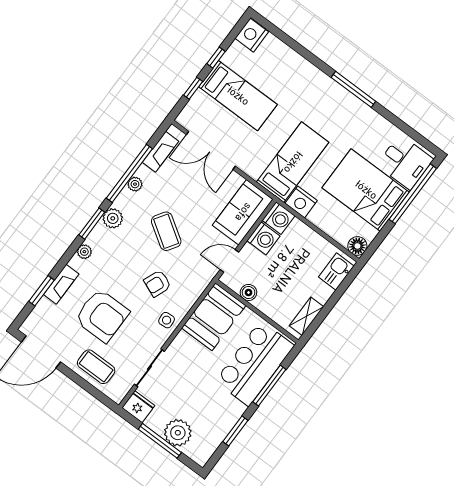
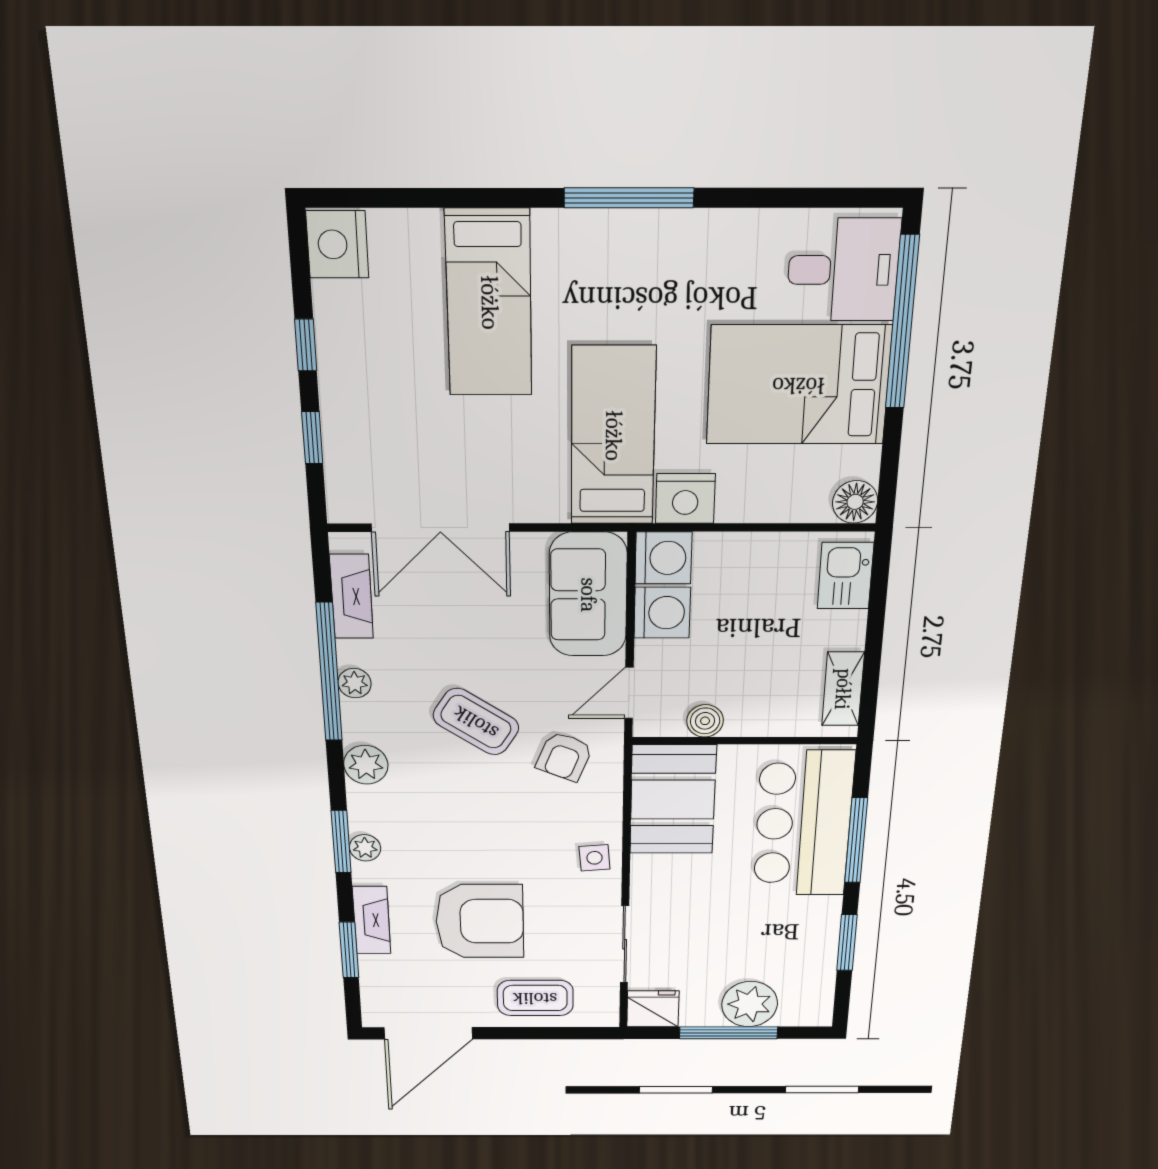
bed: (238, 96) -> (489, 303), moved, turned 90
window: (92, 224) -> (341, 842), moved
armchair: (157, 283) -> (564, 756), moved

